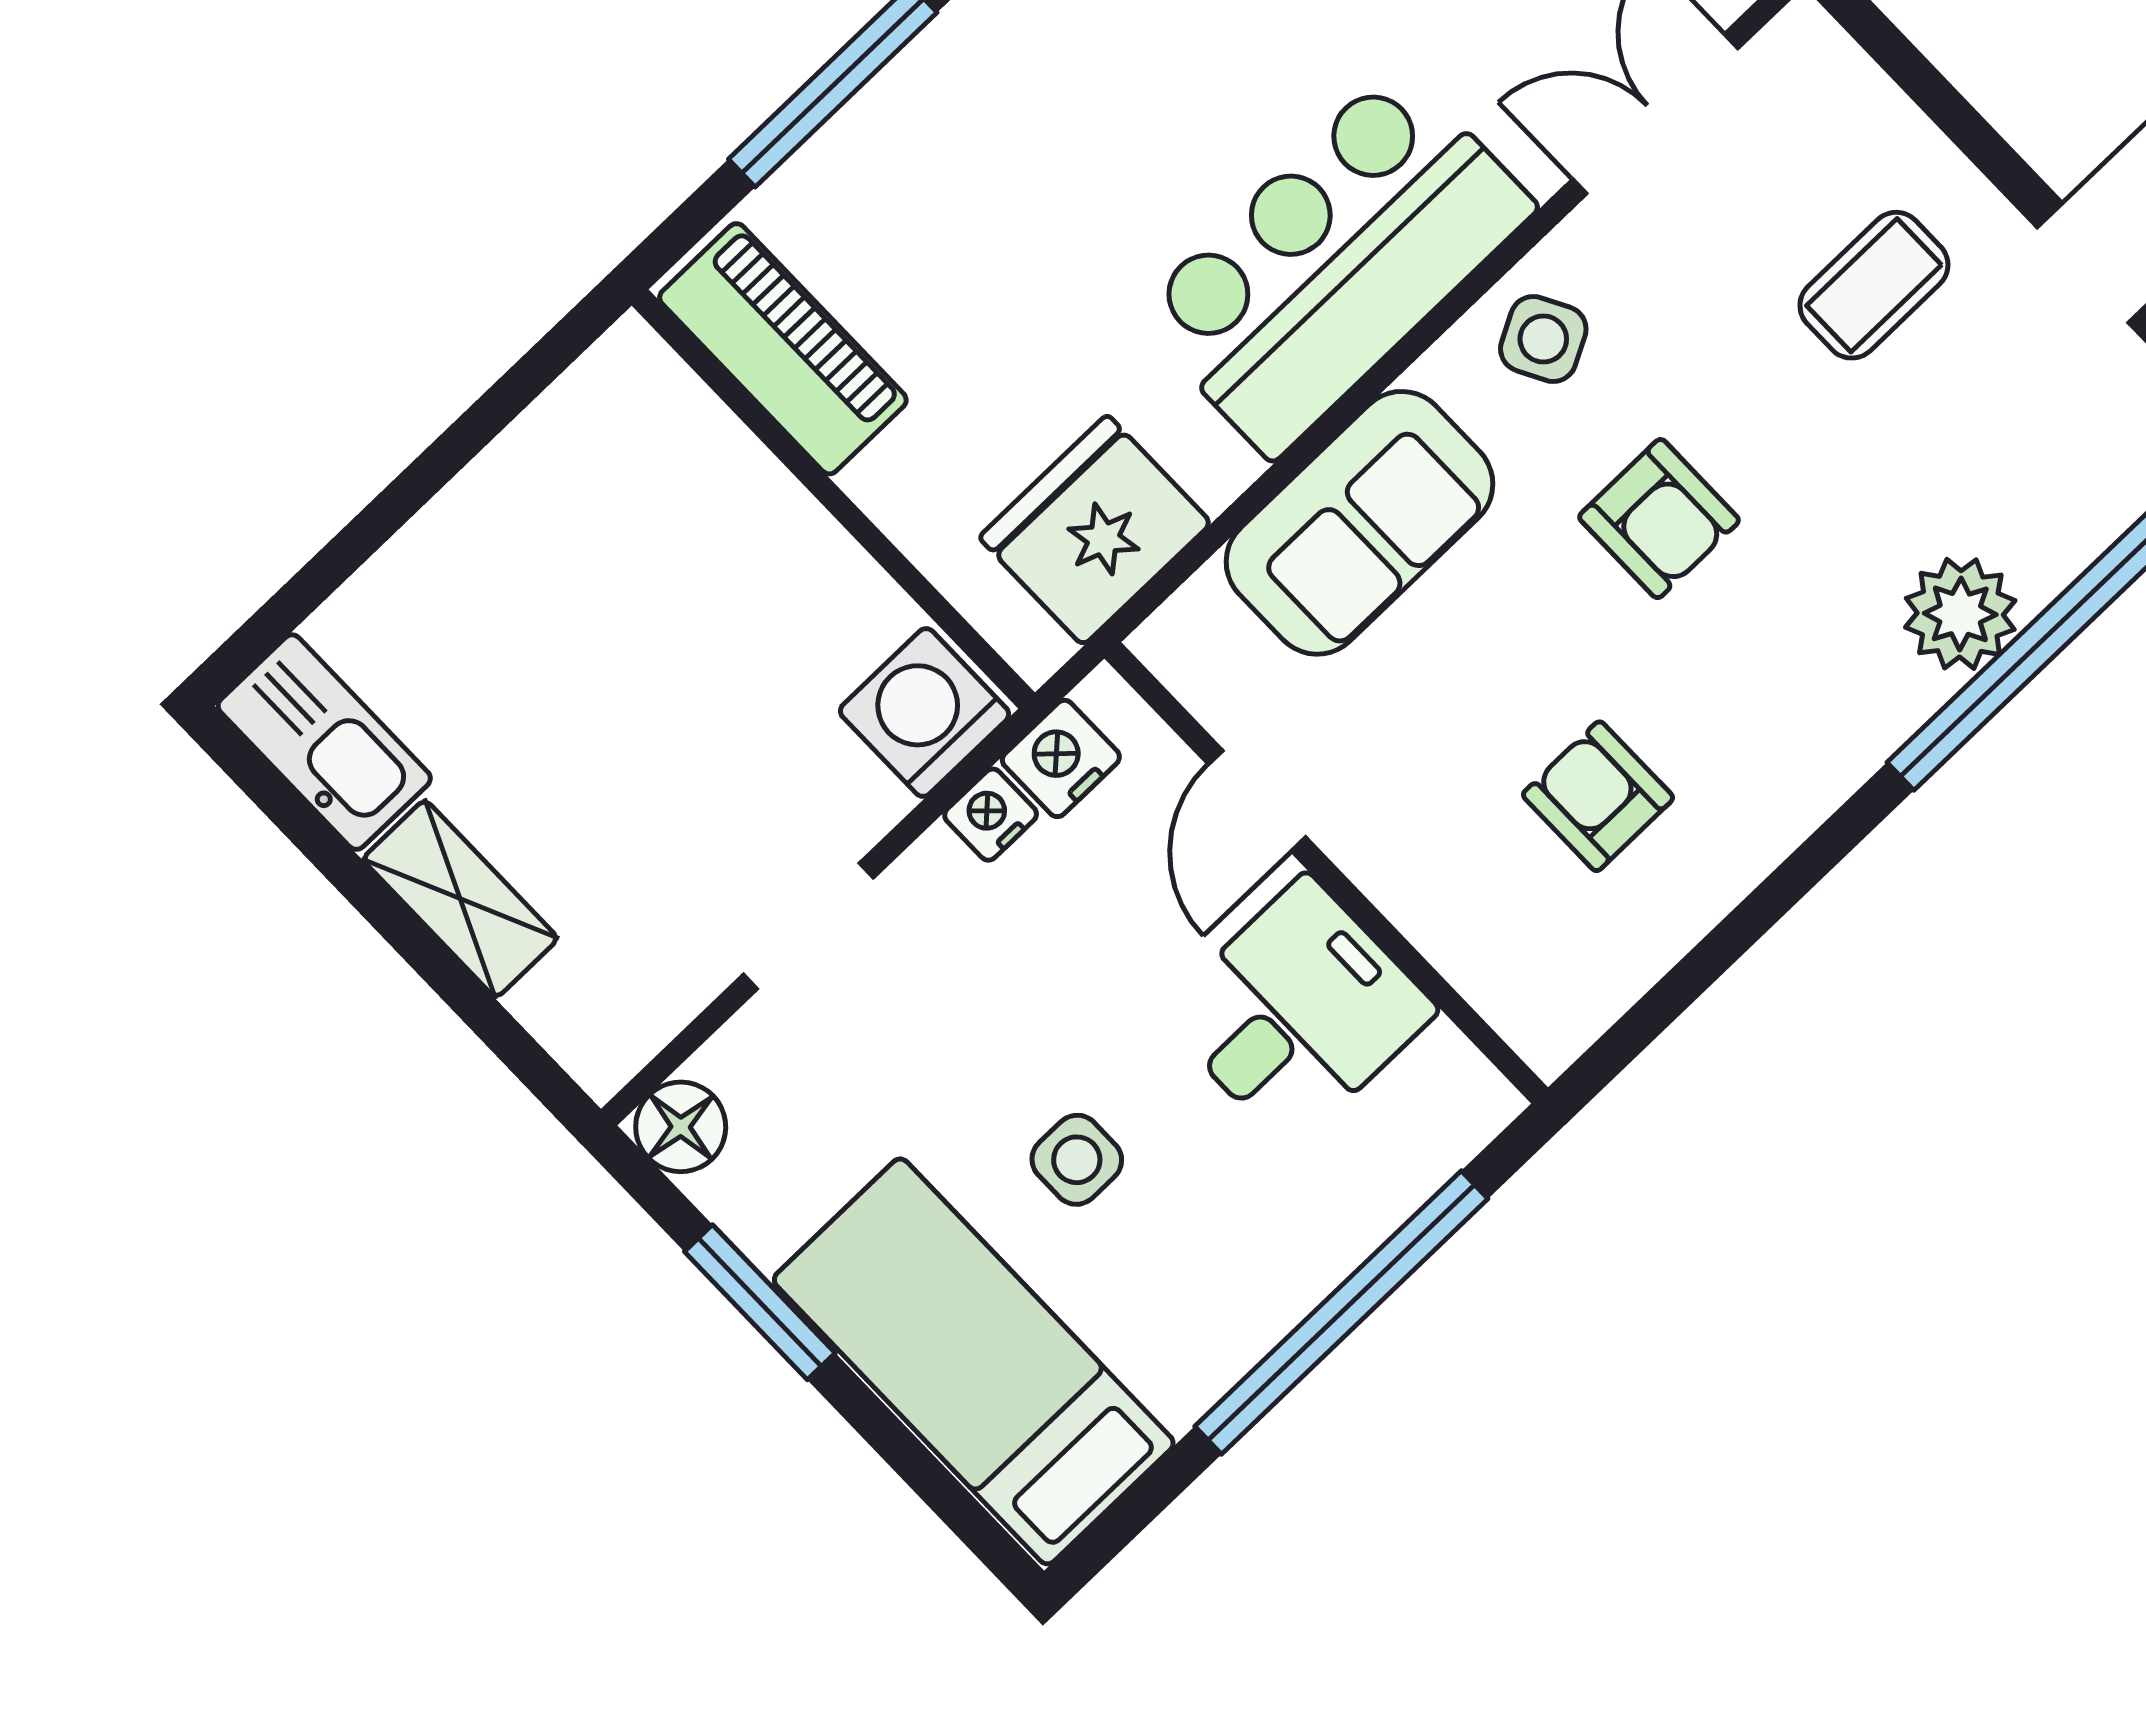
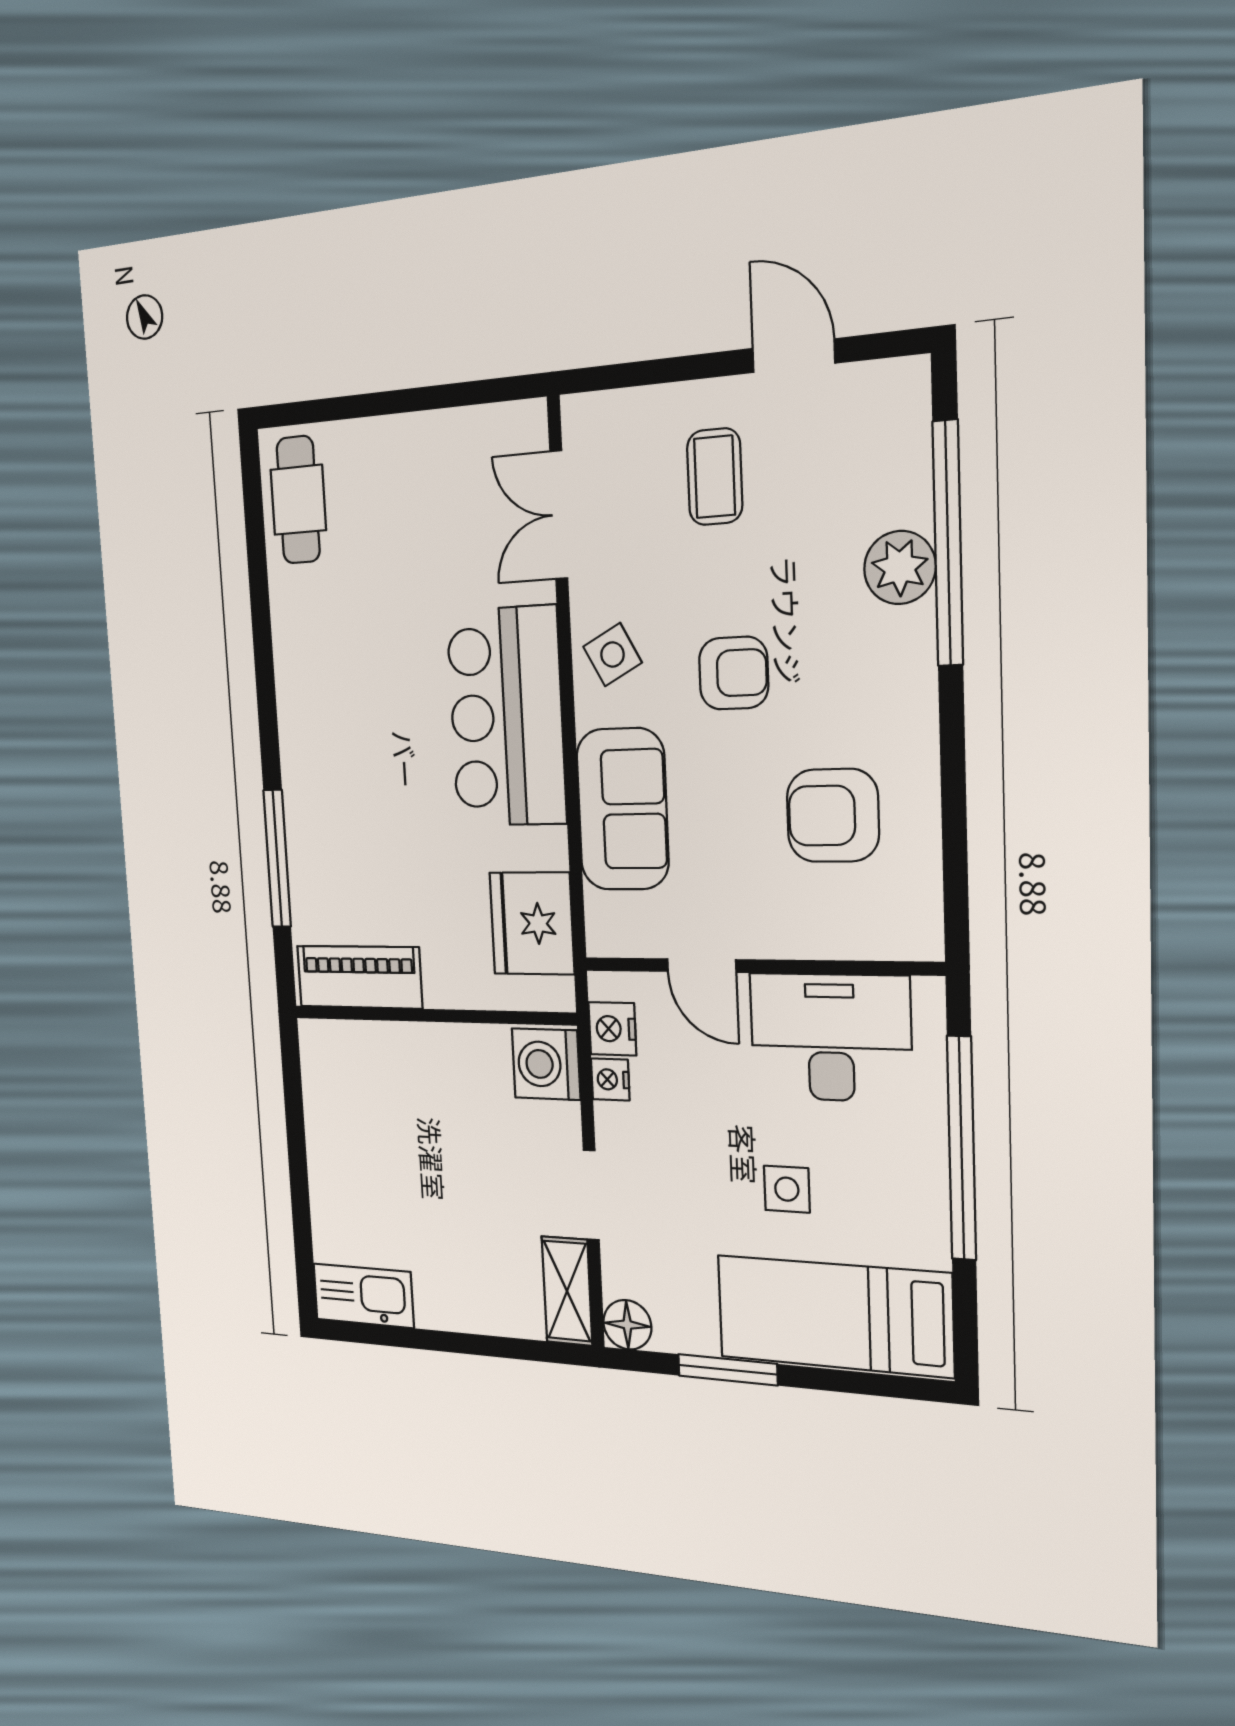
armchair: (1598, 796) -> (833, 815), width x1.38, depth x1.38
shelving: (460, 899) -> (567, 1291), moved, turned 90
desk: (1298, 1012) -> (830, 1037), width x1.37

